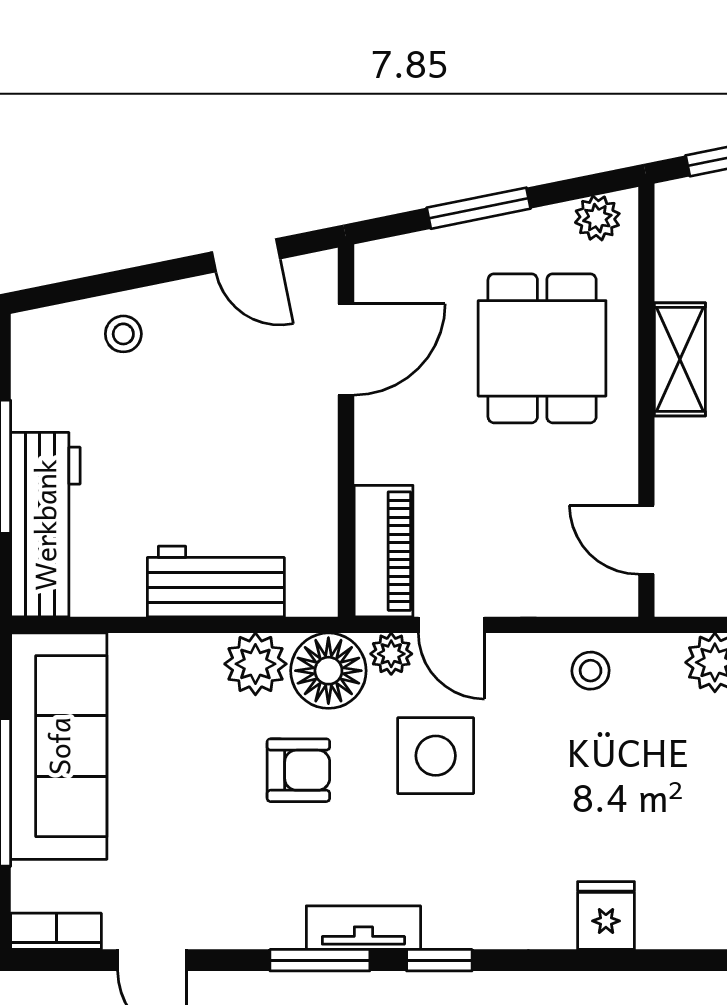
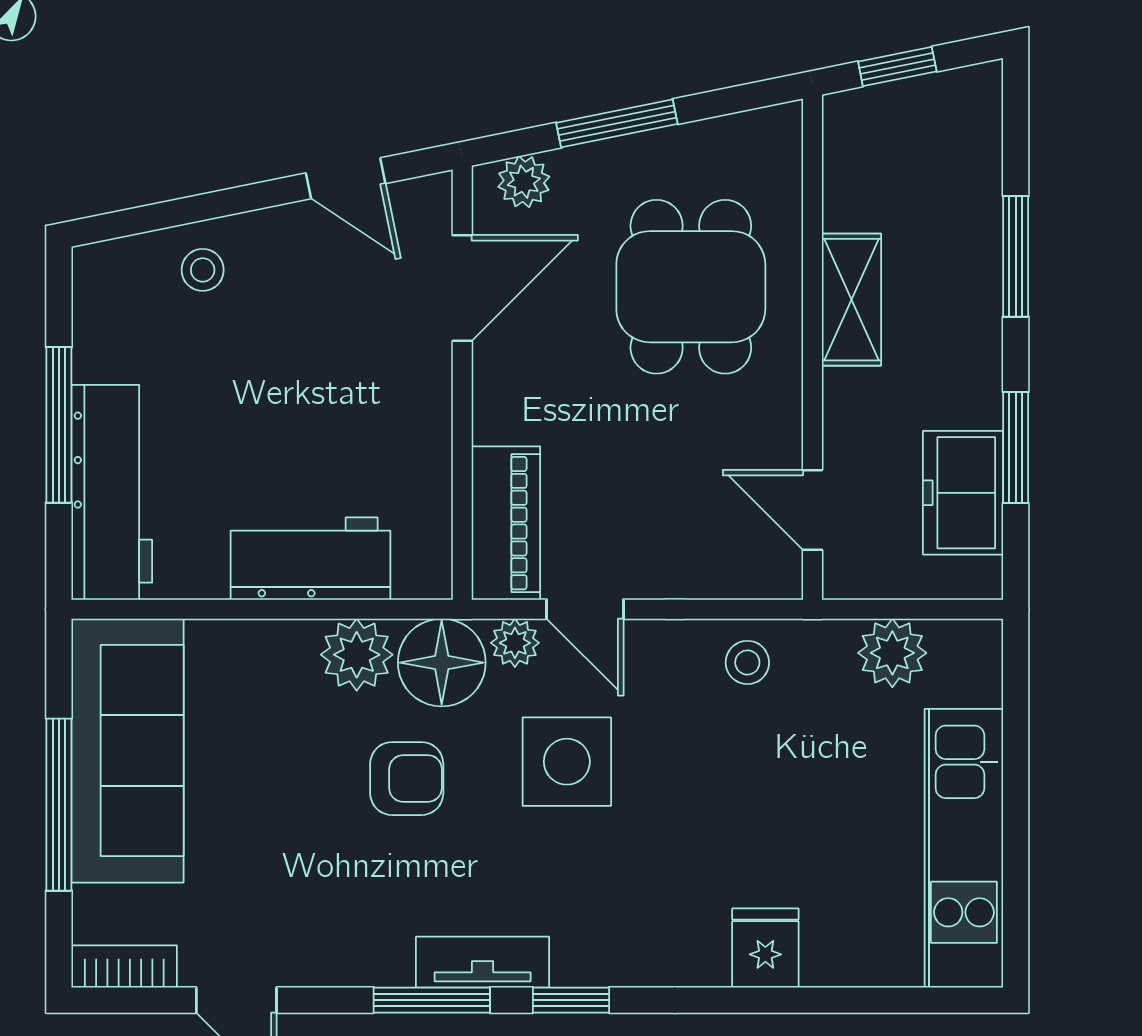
plant: (597, 218) -> (524, 182), moved

